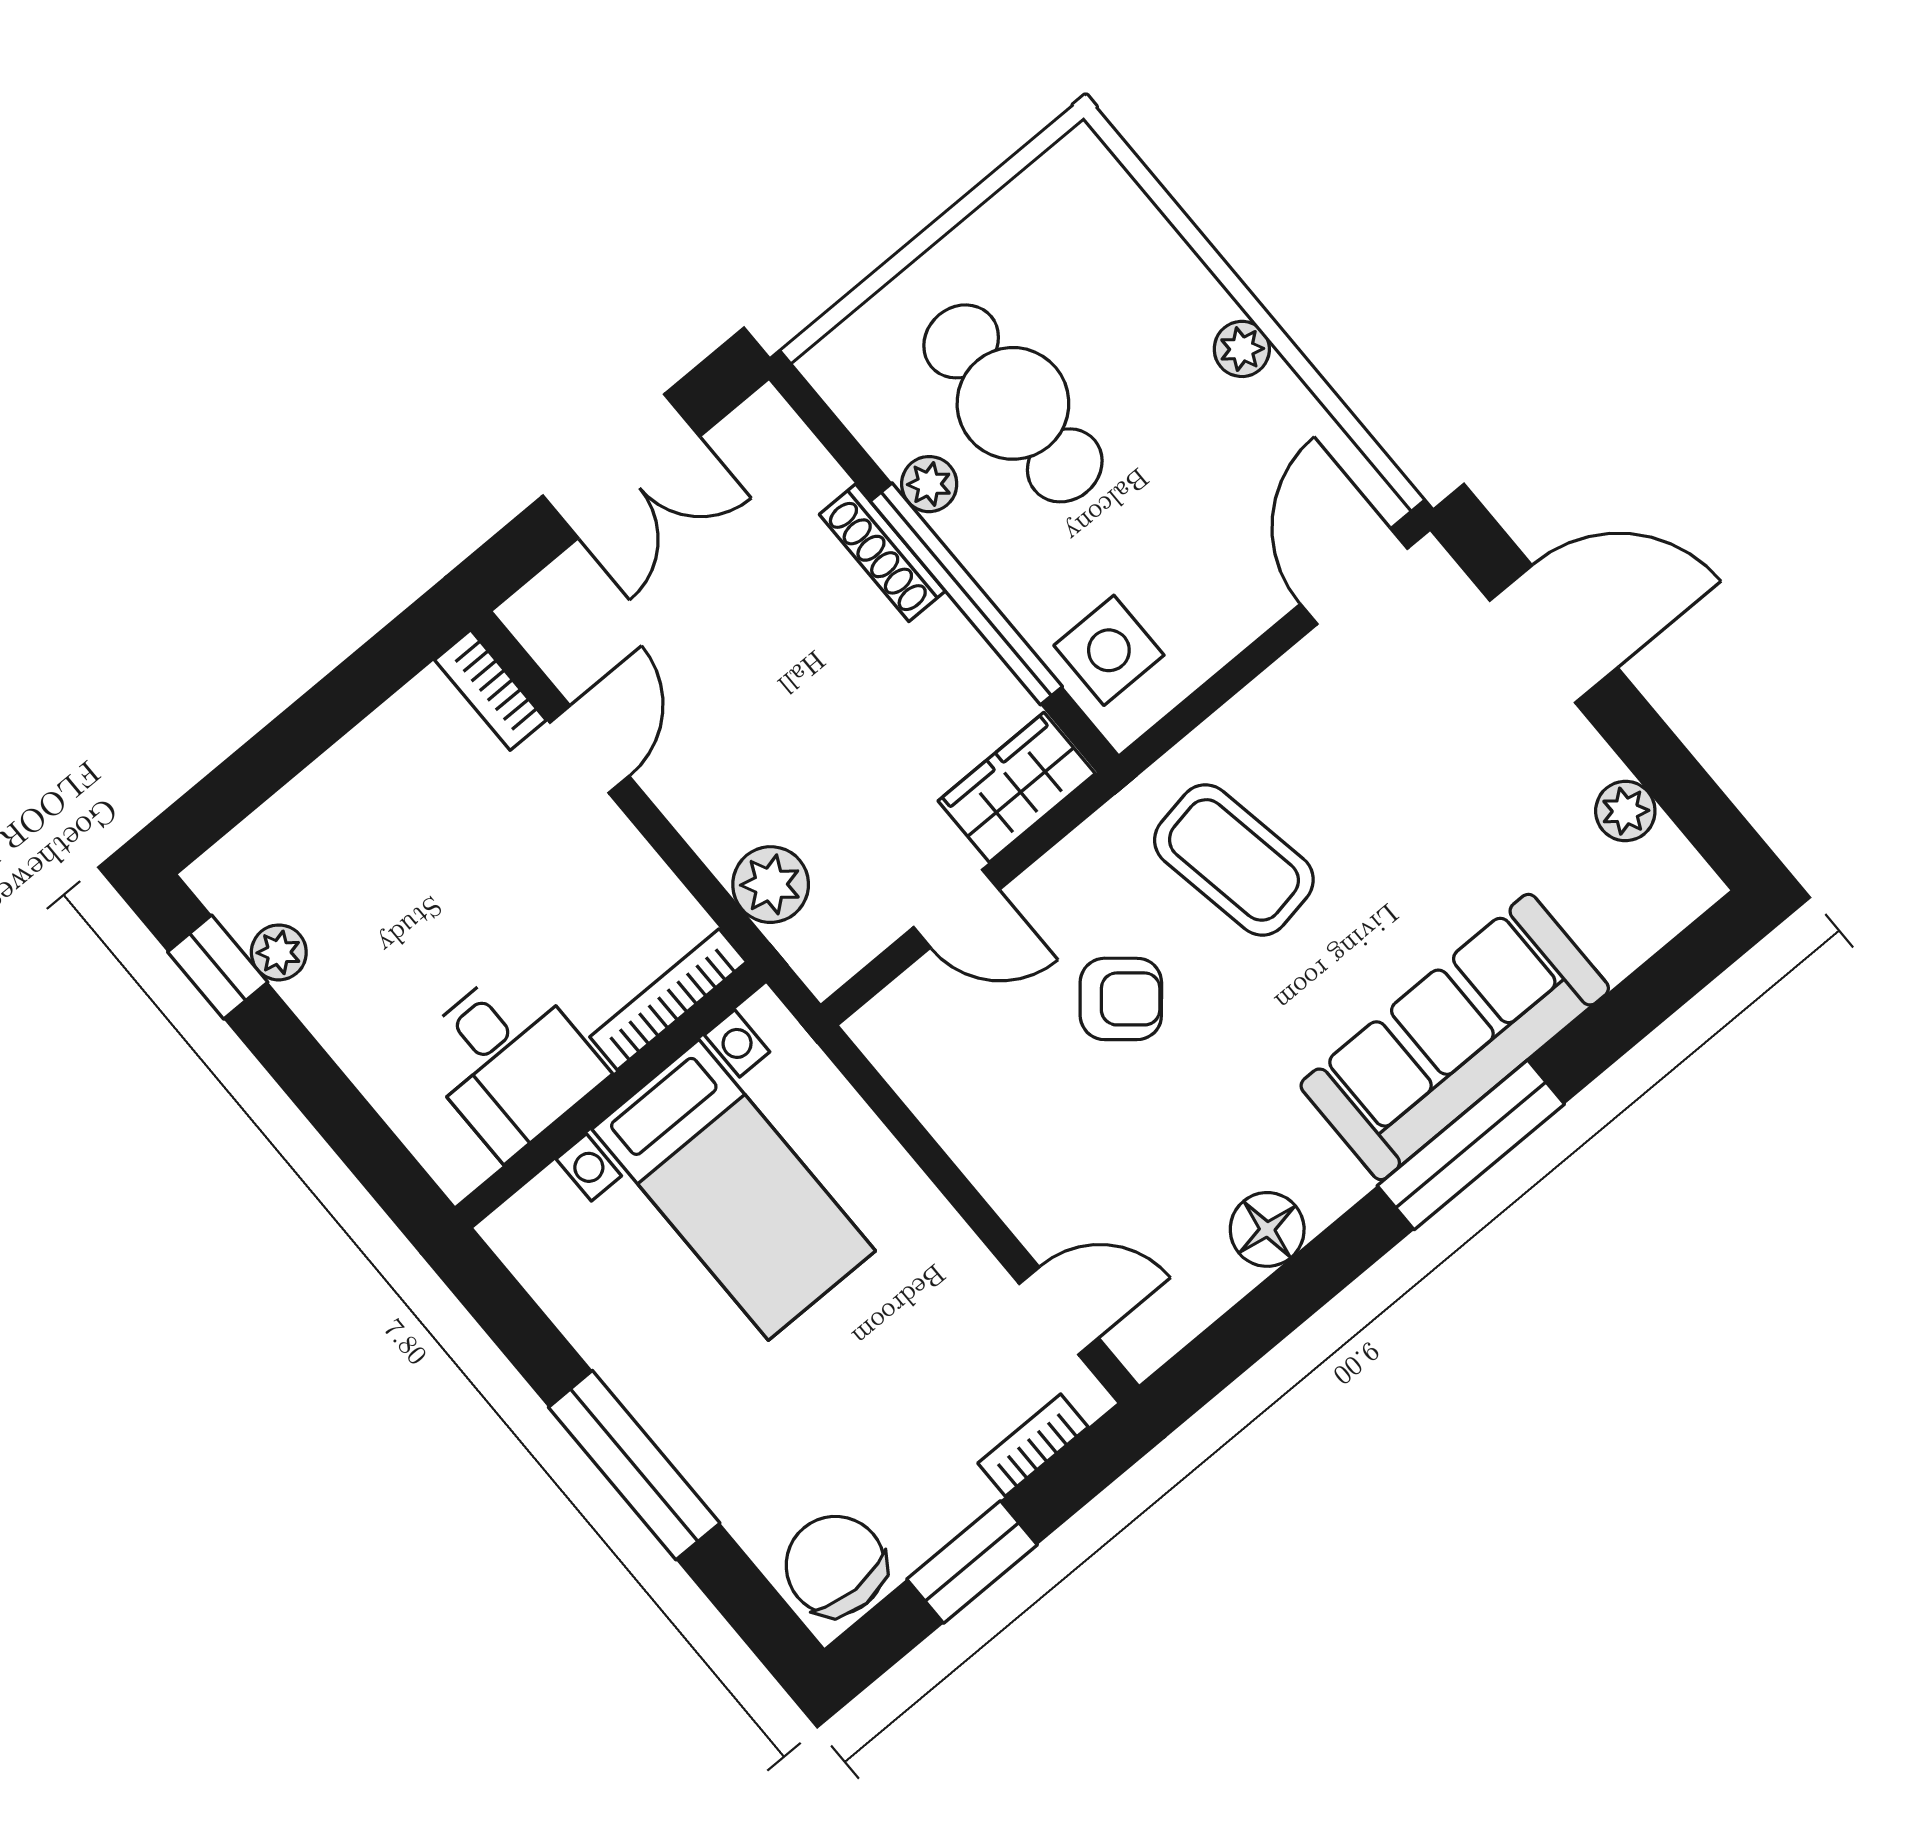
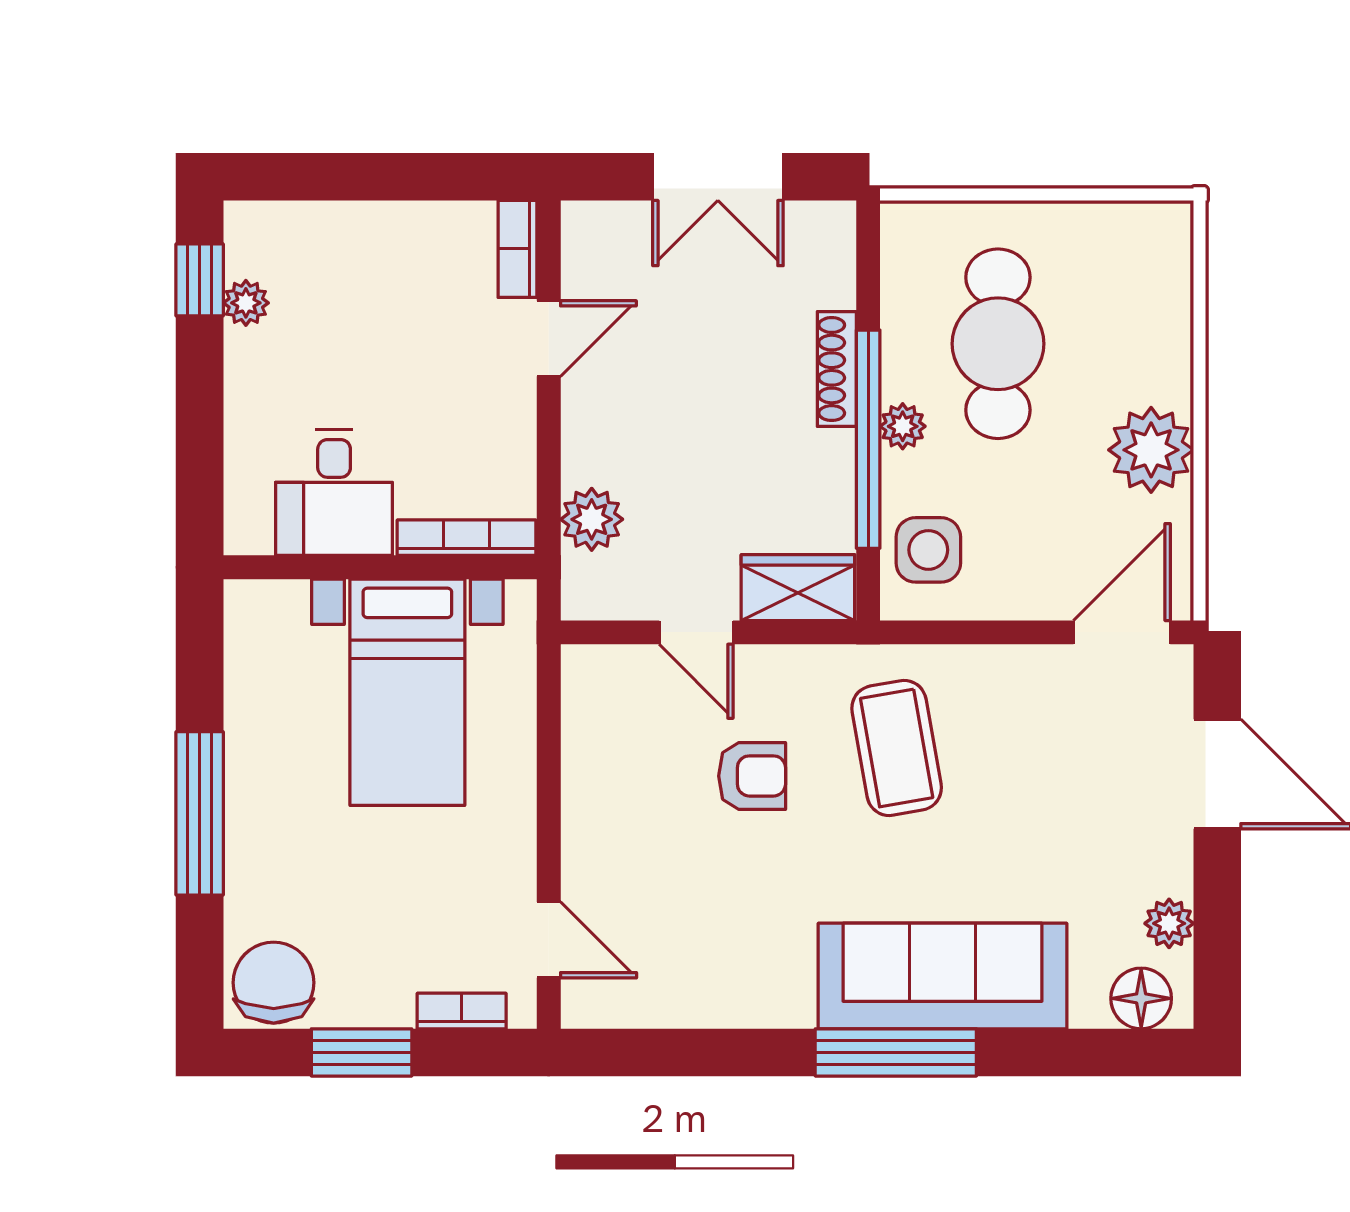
plant: (1242, 349) -> (1151, 450), width x1.88, depth x1.88
plant: (929, 484) -> (903, 426), moved
armchair: (1121, 999) -> (752, 776), turned -40
floor lamp: (1267, 1229) -> (1141, 998), moved

